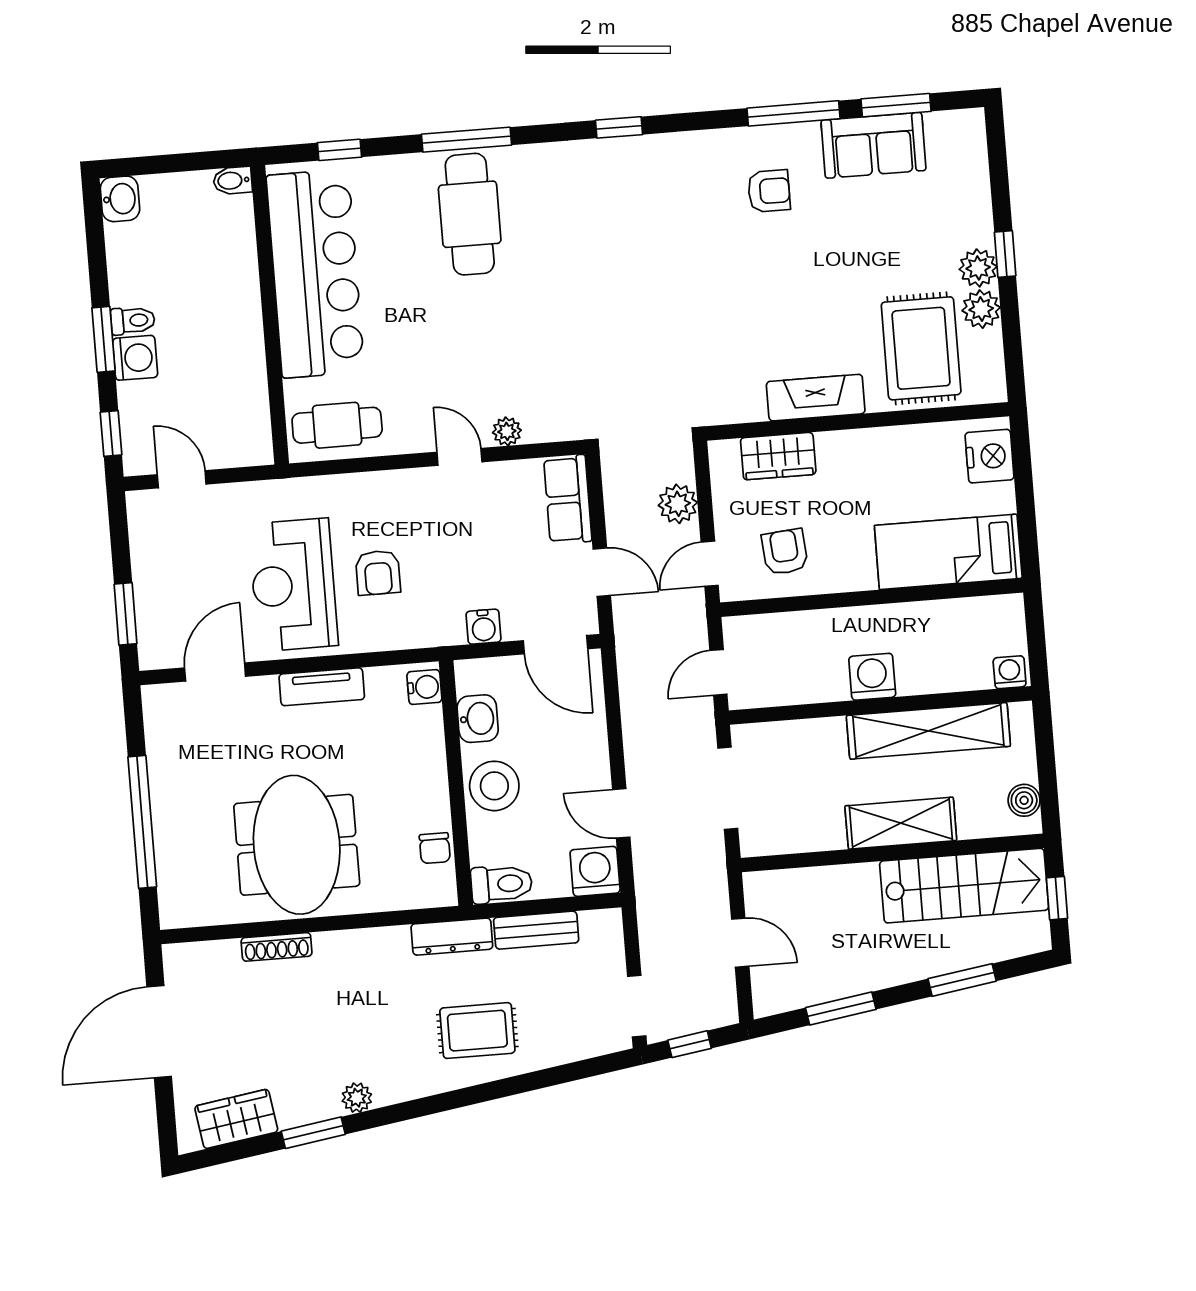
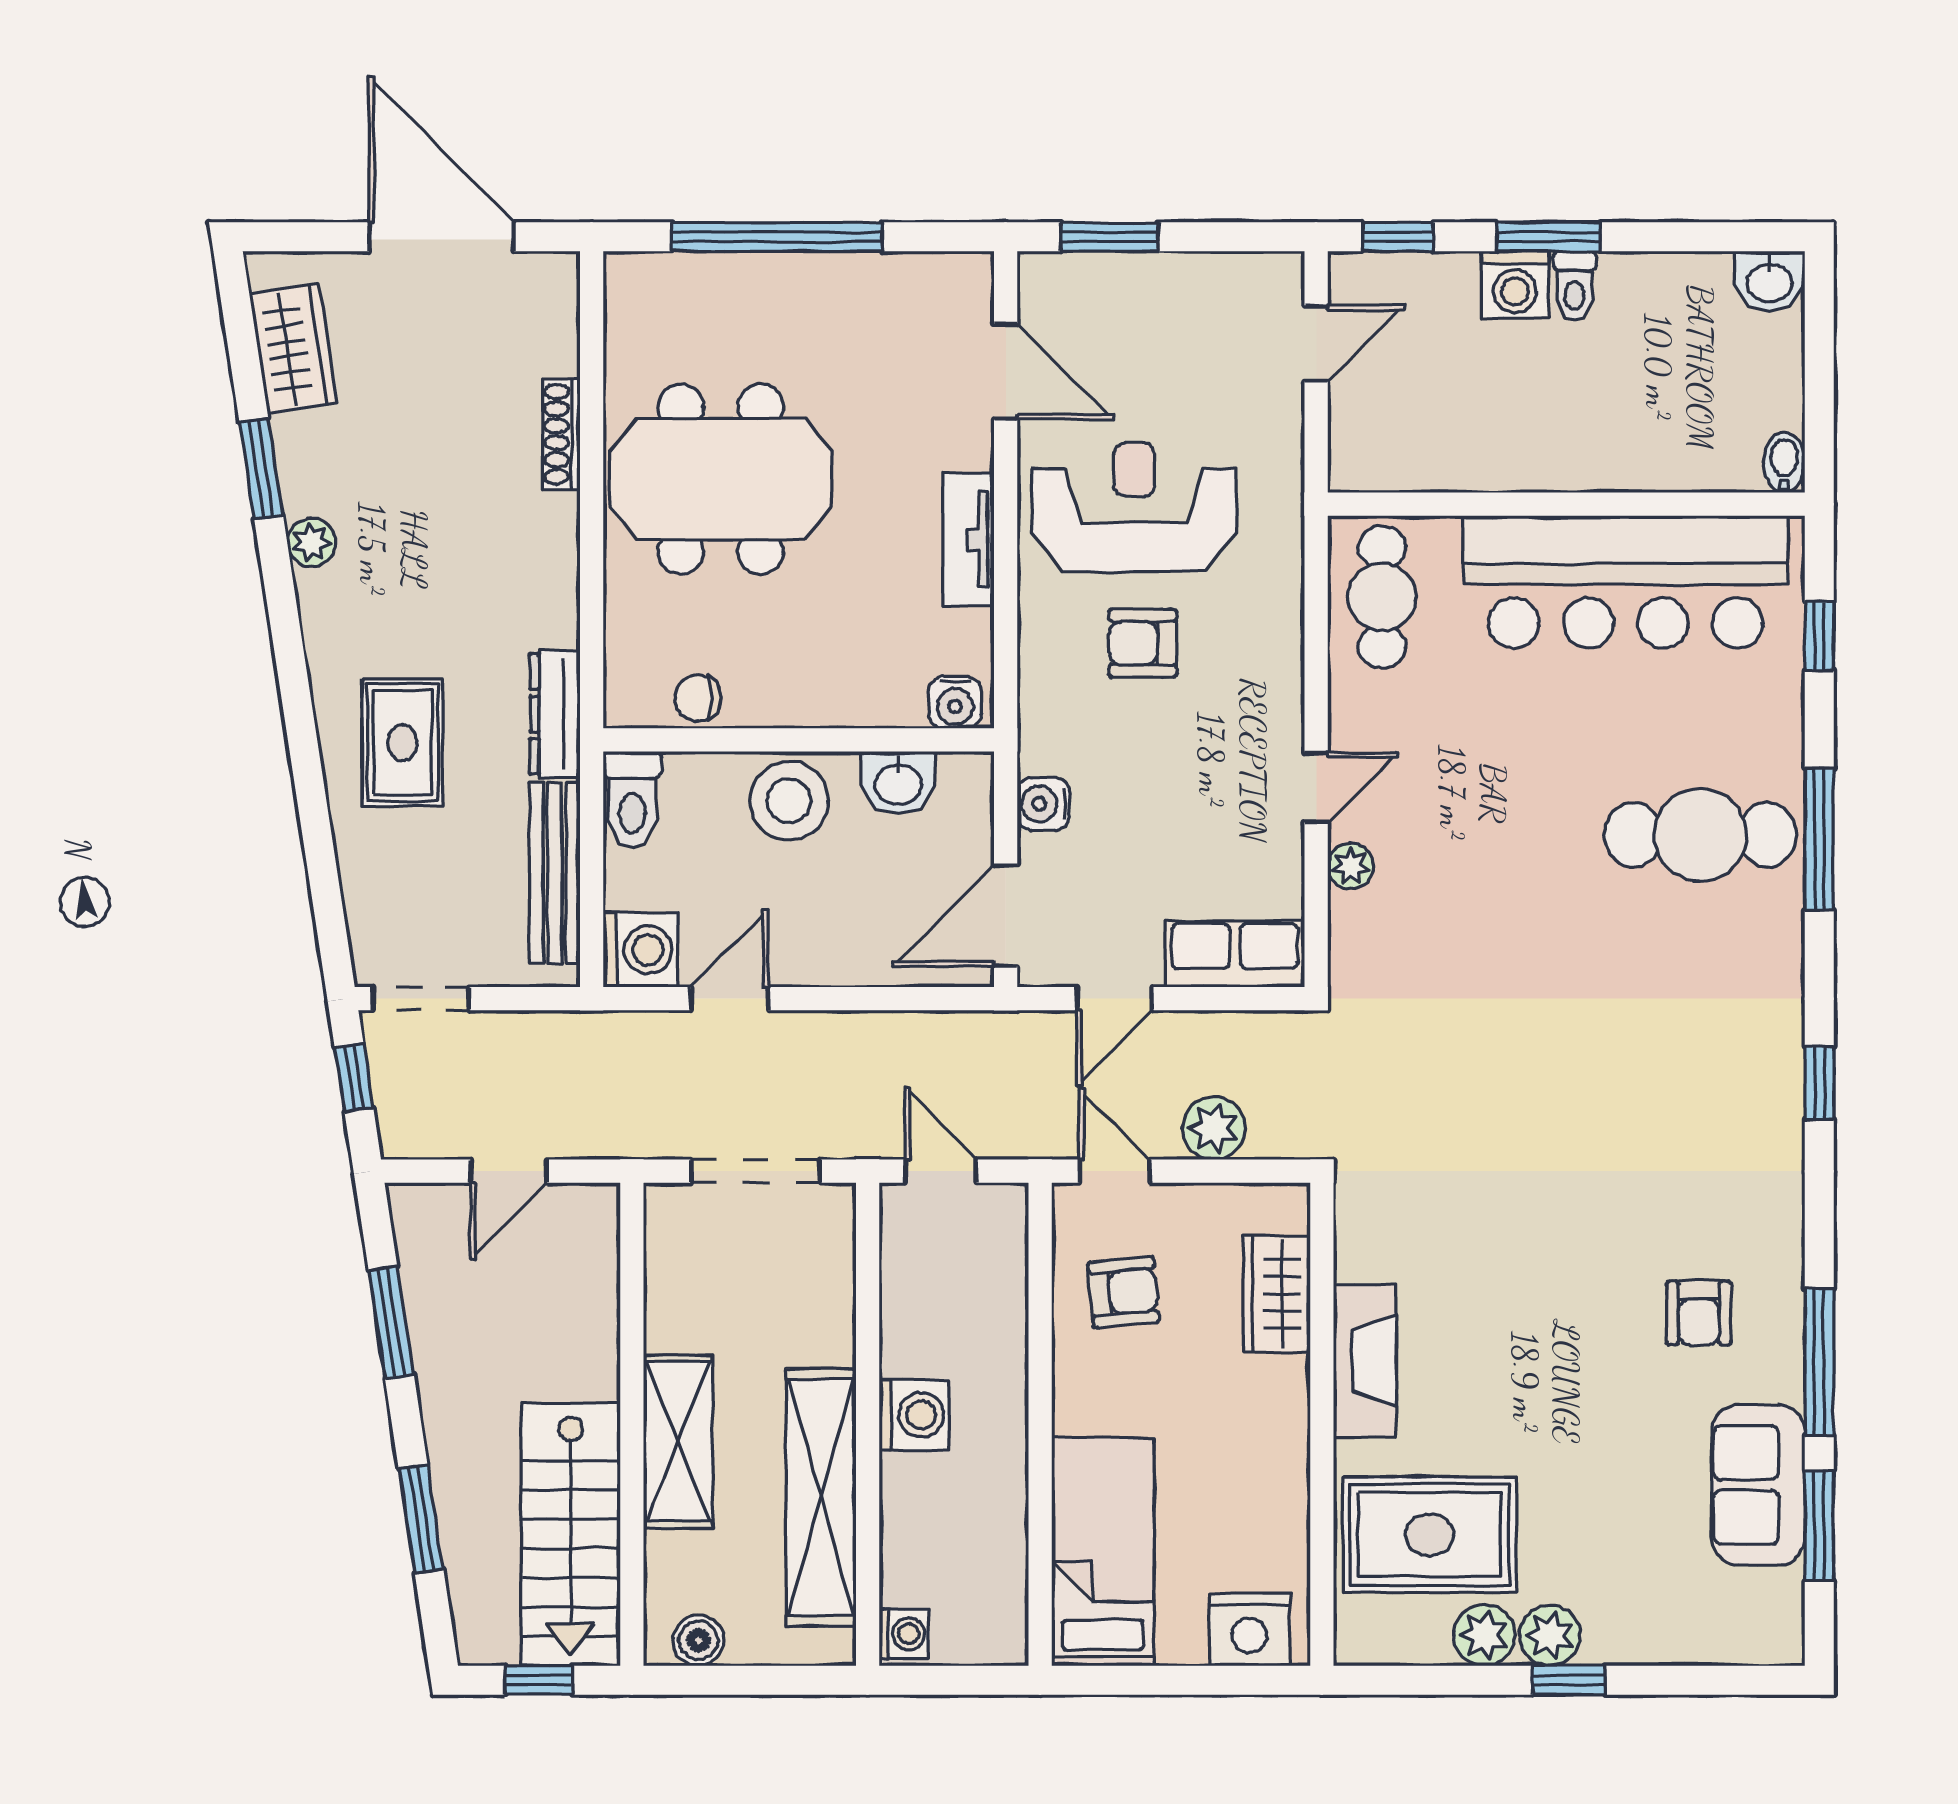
bench: (536, 930) -> (555, 873), width x1.36

